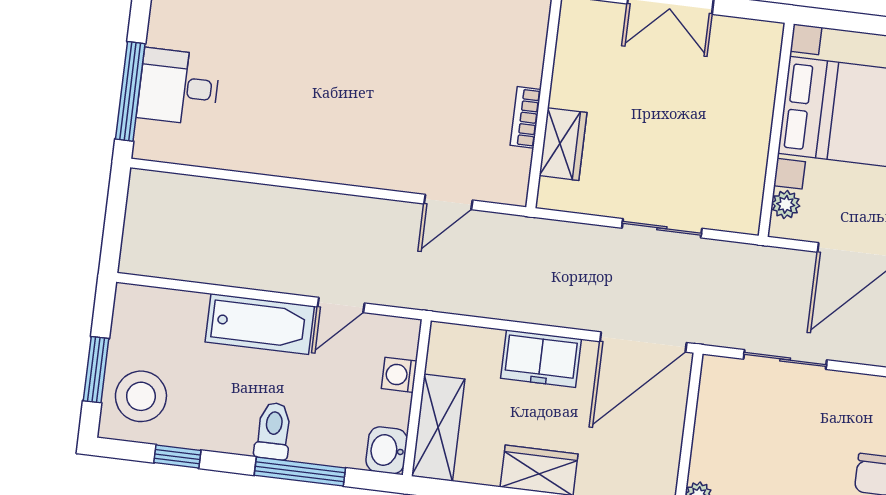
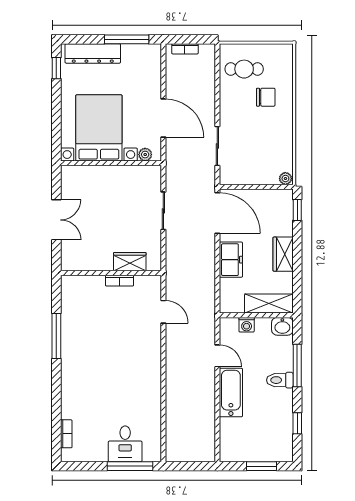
stool: (141, 396) -> (271, 444), removed

